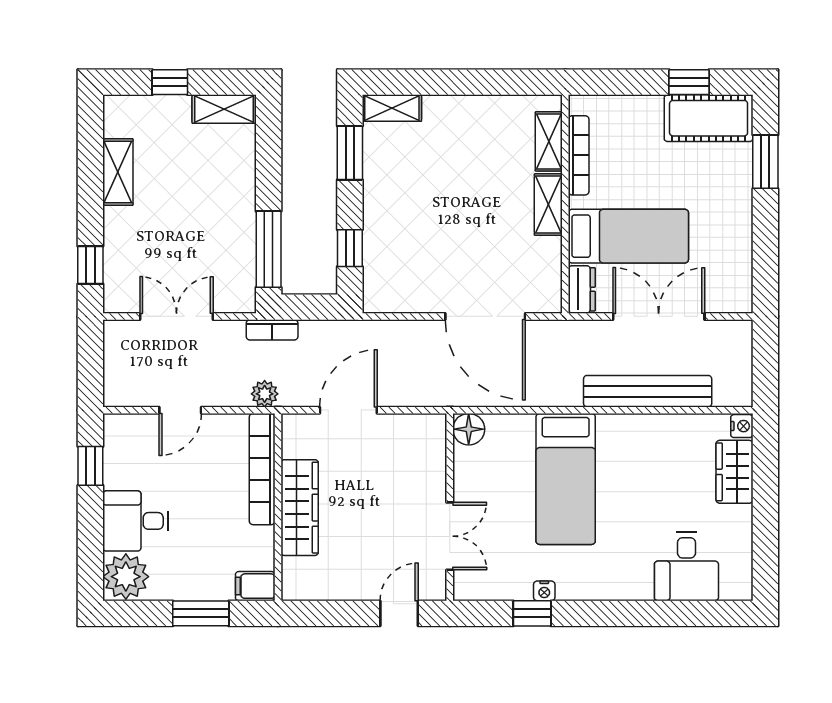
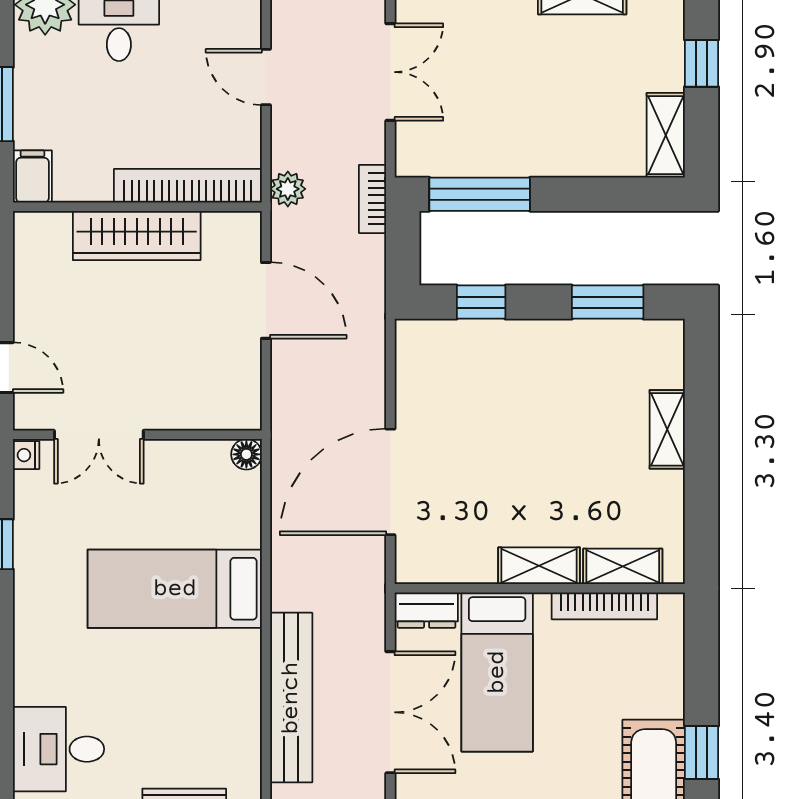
shelving: (392, 108) -> (667, 429), moved
floor lamp: (469, 429) -> (246, 454), width x0.73, depth x0.73
nightstand: (544, 591) -> (26, 455), moved

